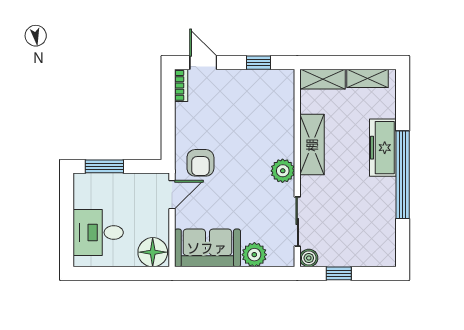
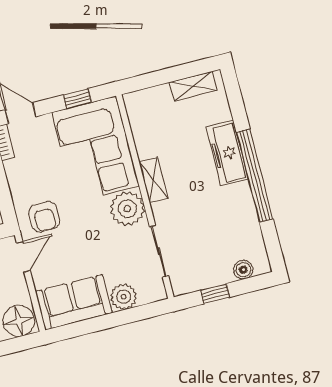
shelving: (323, 79) -> (148, 99), removed
corner sofa: (263, 113) -> (96, 149), added
shelving: (312, 145) -> (153, 180), width x0.67, depth x0.75
plant: (283, 171) -> (127, 209), width x1.36, depth x1.36
boiler: (309, 258) -> (243, 270), moved

